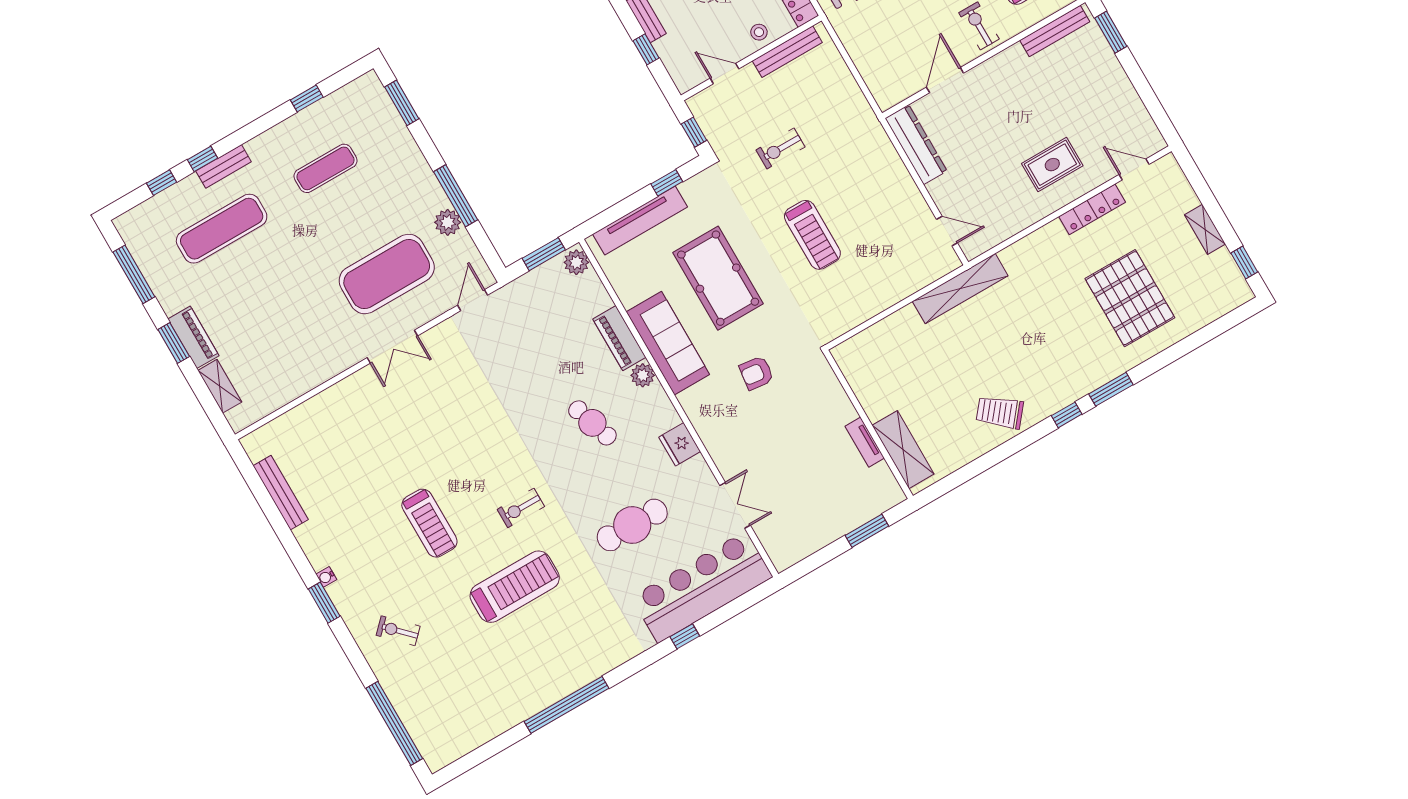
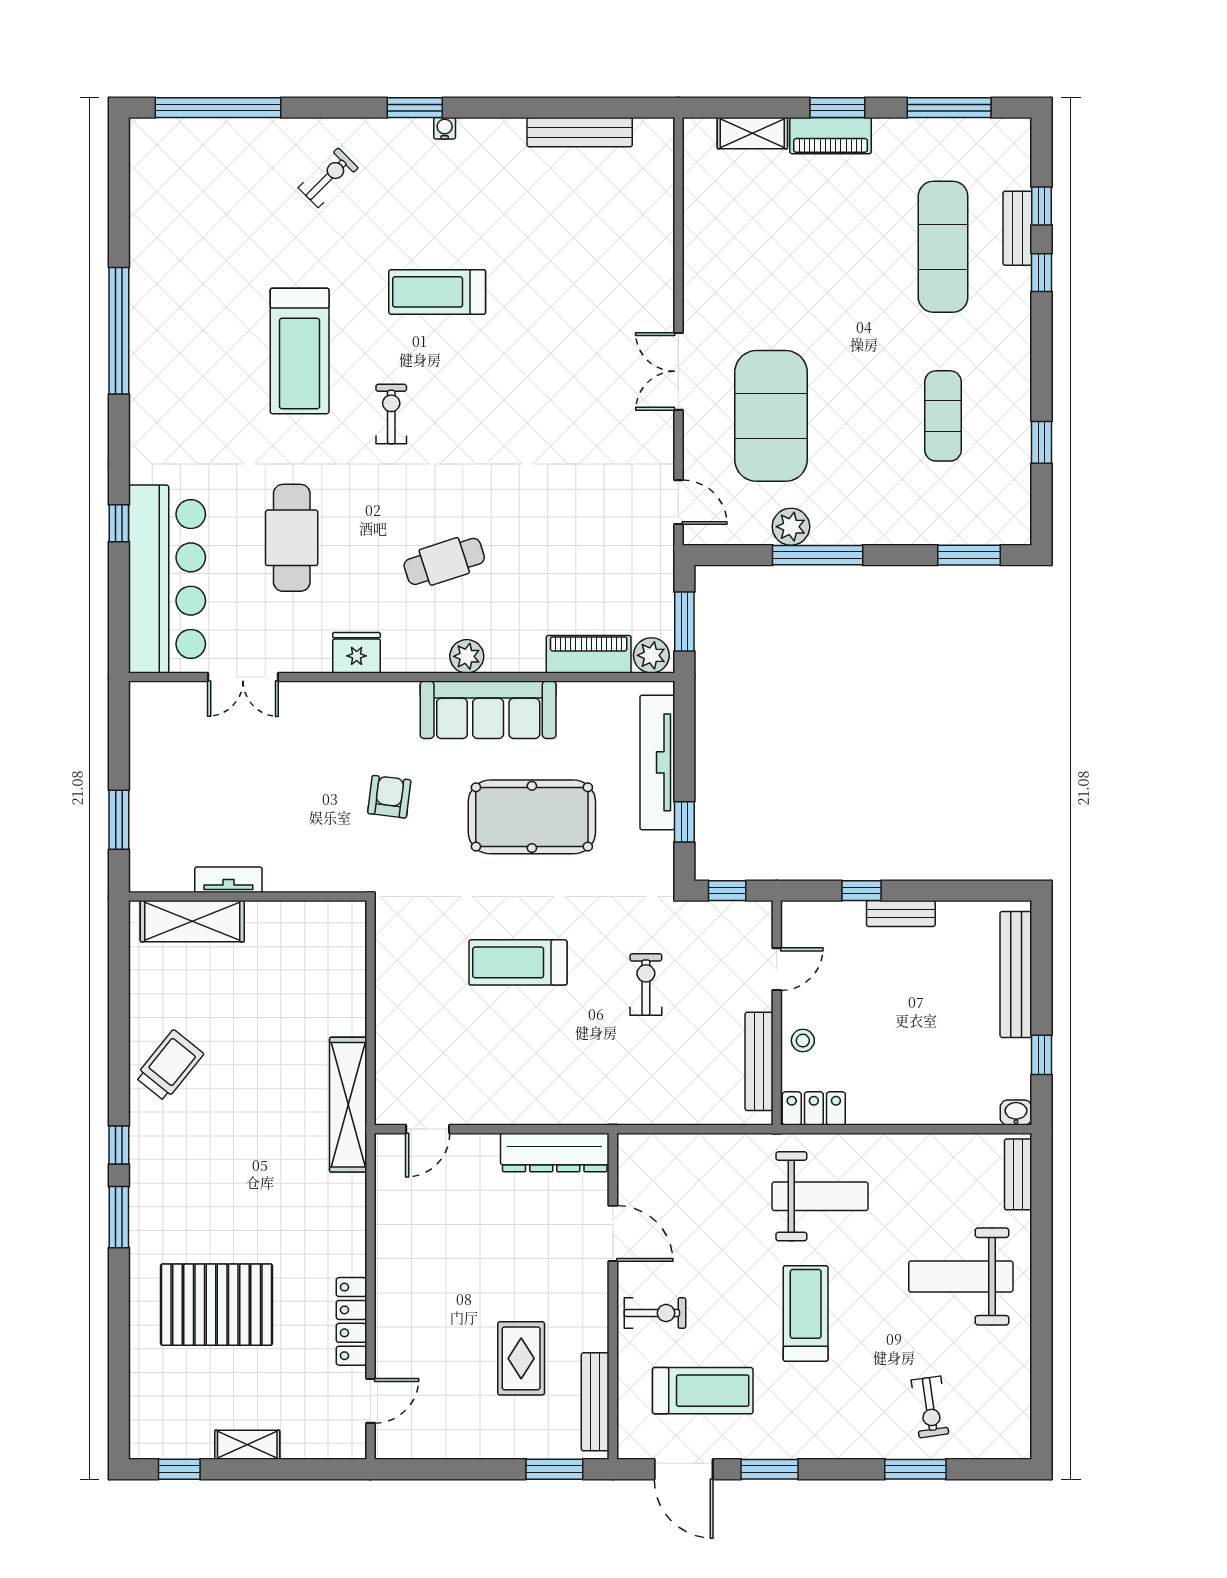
rug: (1052, 165) -> (521, 1358), moved
bench: (224, 166) -> (1017, 228), moved
piano: (619, 338) -> (589, 654), moved

